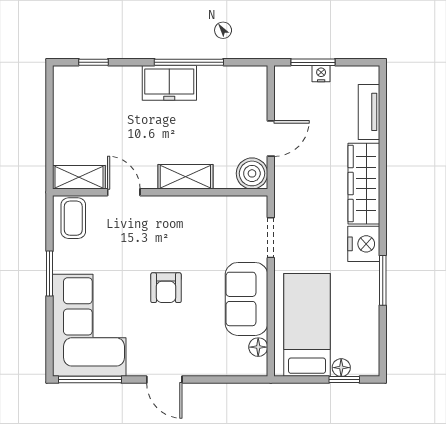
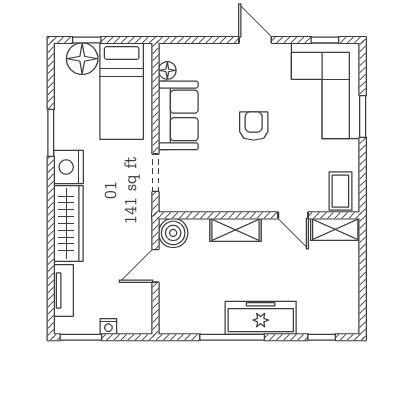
window: (313, 62) -> (81, 337), moved
freezer: (169, 83) -> (261, 318), width x1.40
window: (50, 274) -> (363, 117), moved
floor lamp: (341, 368) -> (82, 59), width x1.89, depth x1.89
window: (90, 380) -> (325, 40), width x0.46

